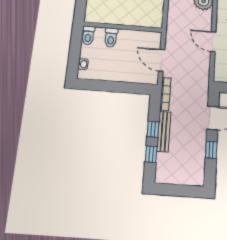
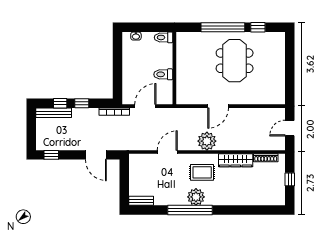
toilet: (111, 38) -> (163, 74), moved
bench: (164, 132) -> (54, 113), moved
window: (211, 150) -> (51, 155), moved

